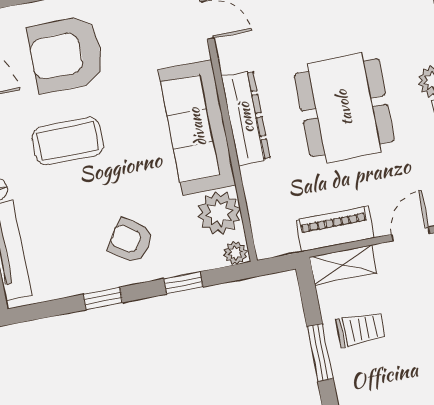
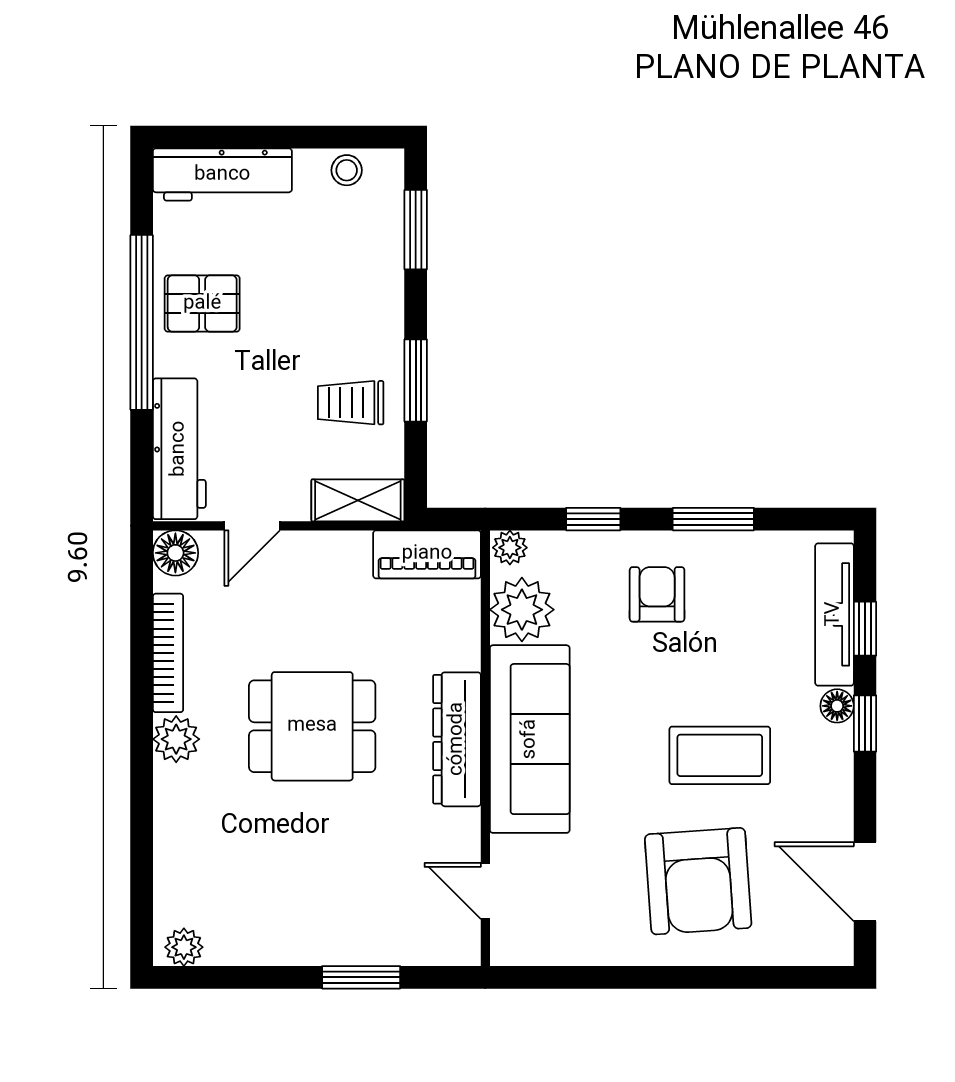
armchair: (66, 54) -> (698, 881), turned 86
dining table: (344, 108) -> (312, 726), width x0.73
piano: (335, 229) -> (427, 554), moved
armchair: (131, 241) -> (657, 594), turned -124
window: (103, 298) -> (713, 519), width x1.50

